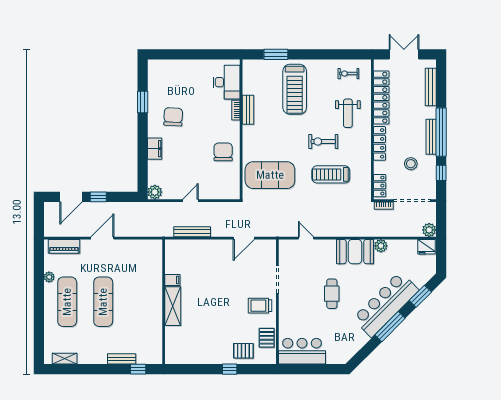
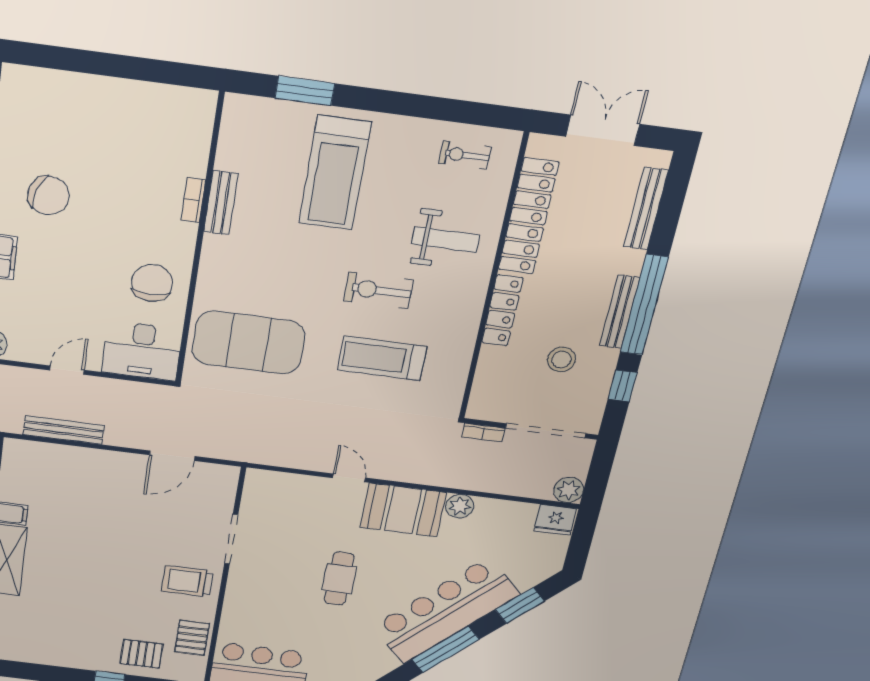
desk: (227, 82) -> (142, 351), moved, turned 90
weight bench: (348, 113) -> (446, 240), turned -90
chair: (173, 117) -> (48, 195), turned 106
locker: (380, 186) -> (483, 393), removed
door: (306, 238) -> (349, 478), moved

